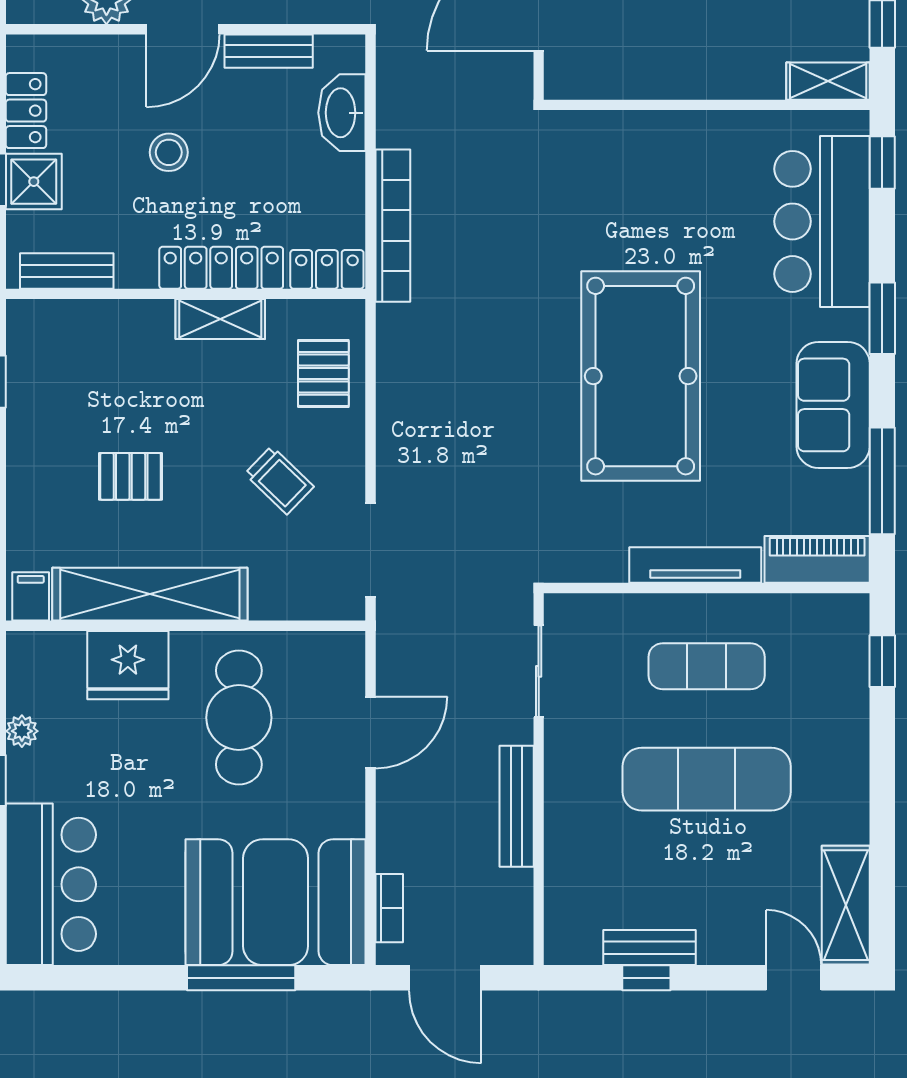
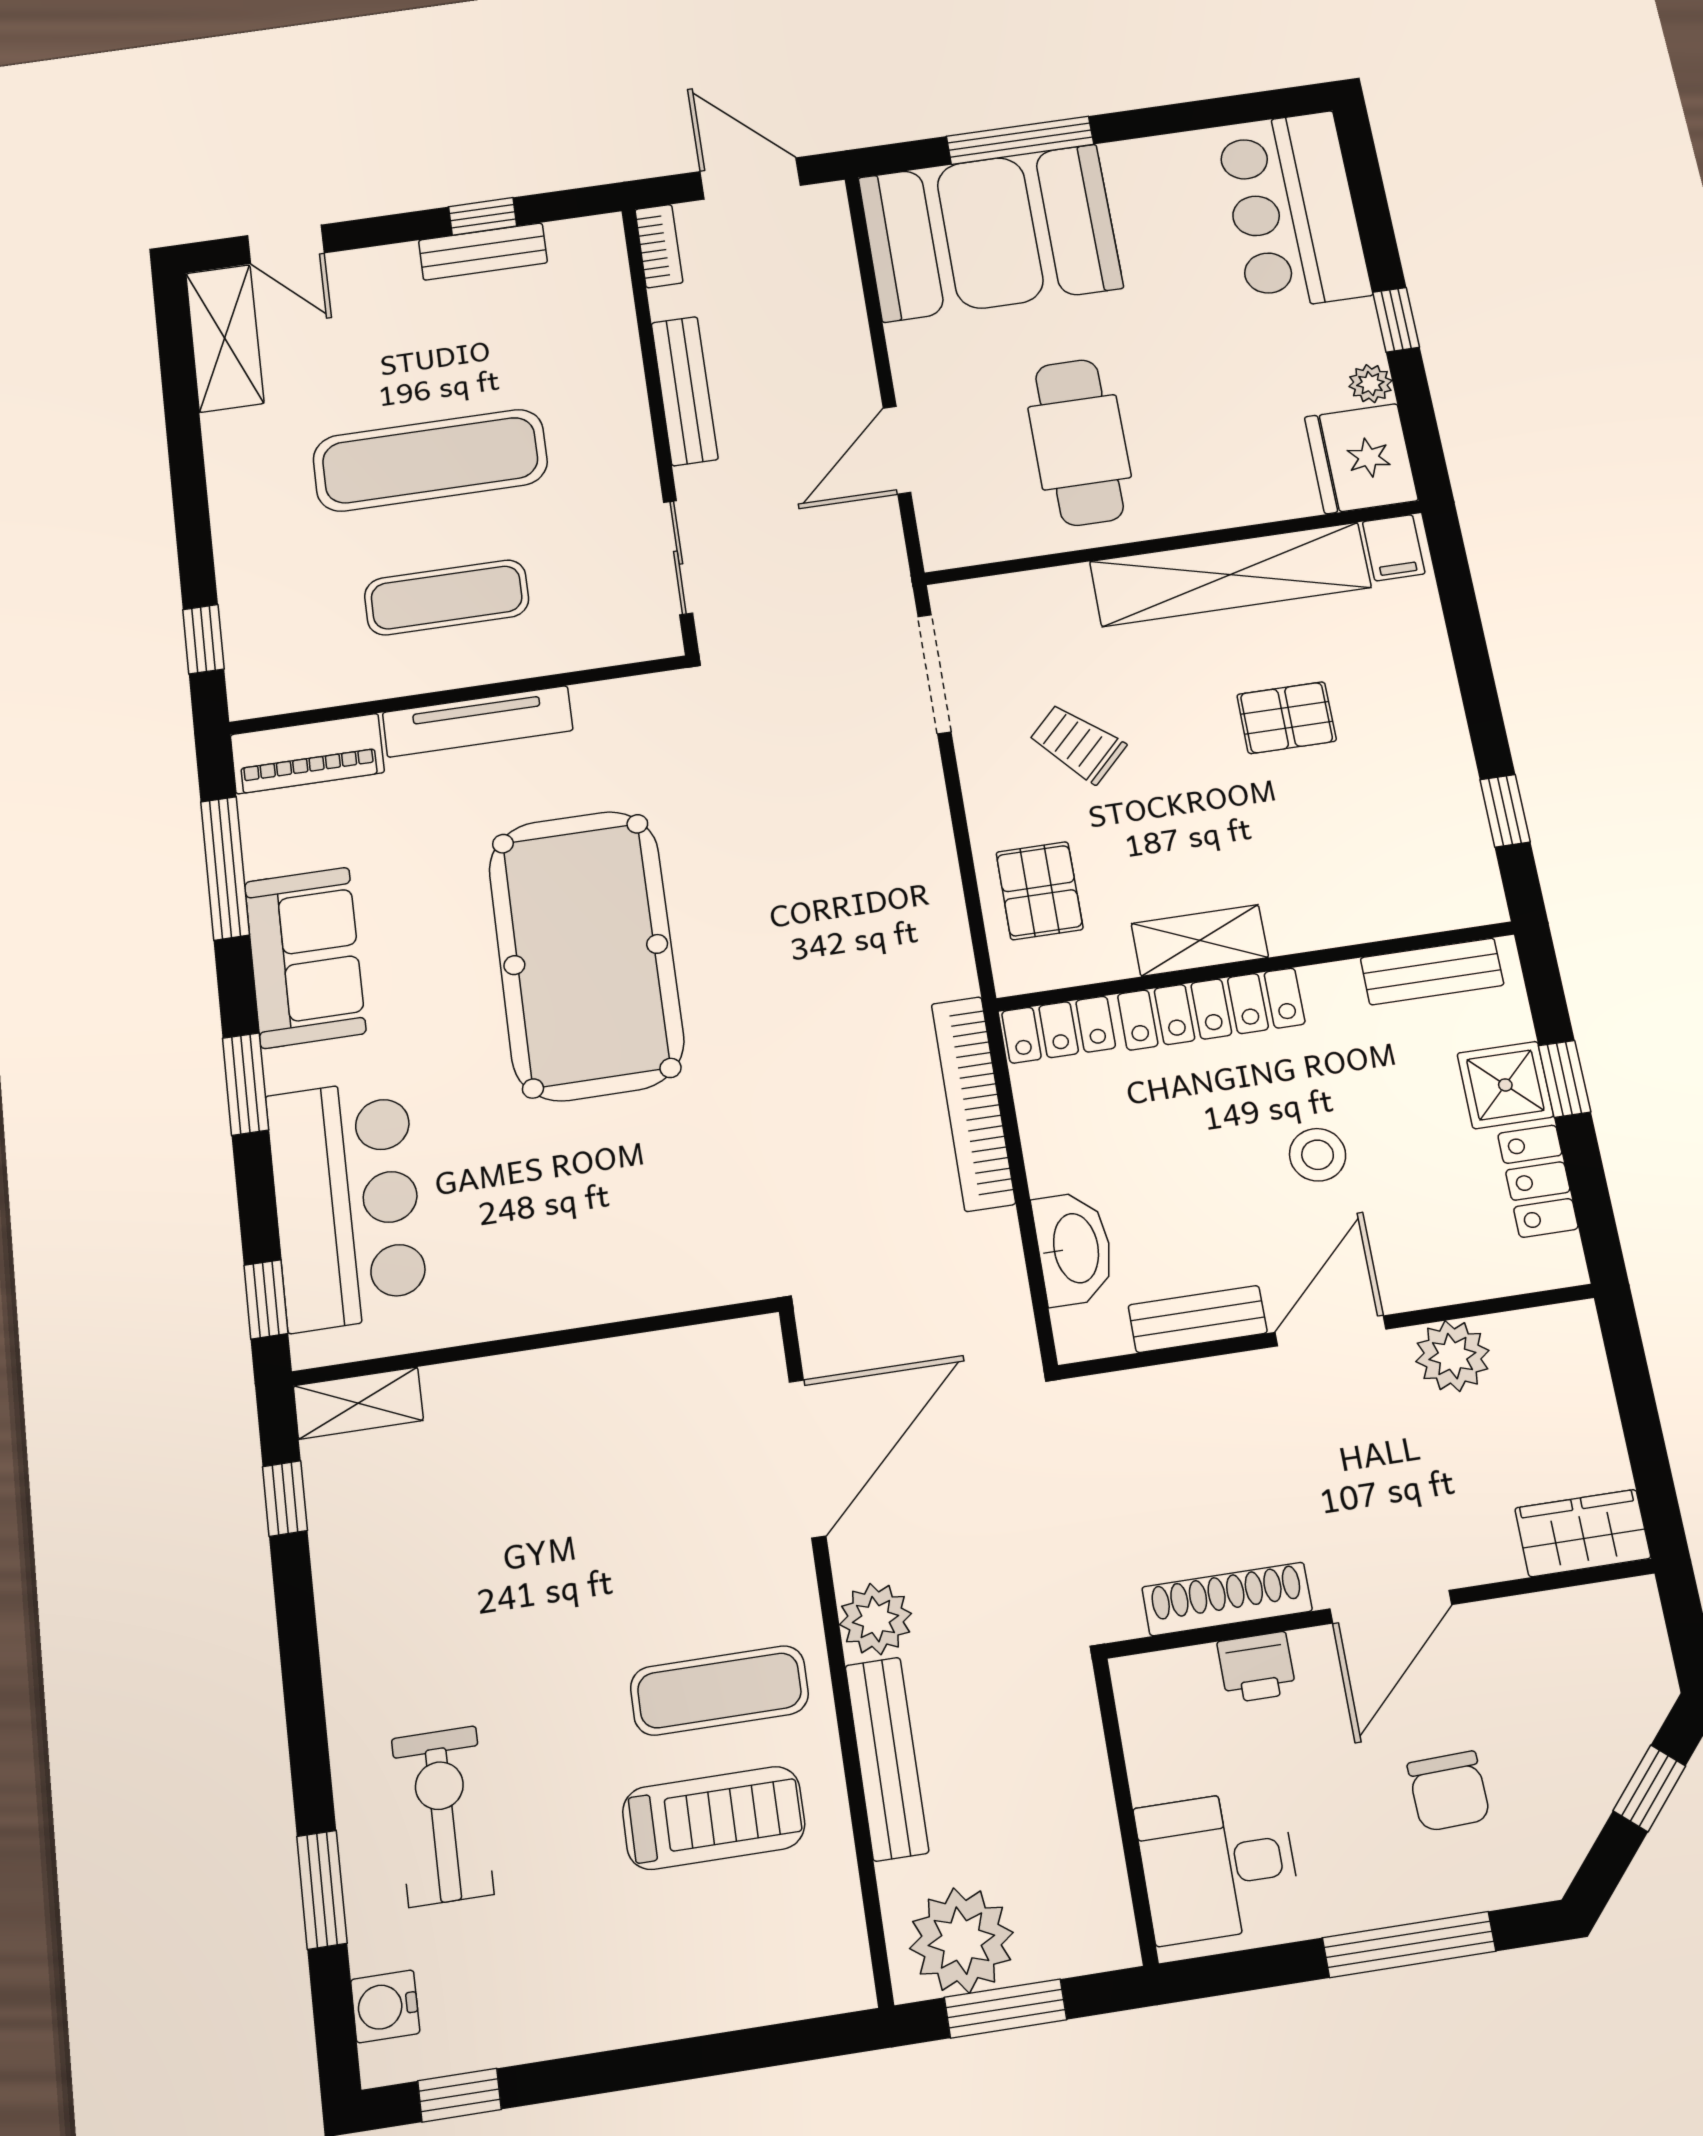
fridge: (128, 665) -> (1361, 459), moved, turned -90
bookcase: (389, 908) -> (659, 246), moved, turned 180

